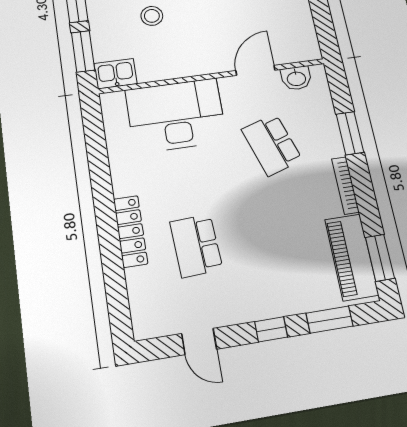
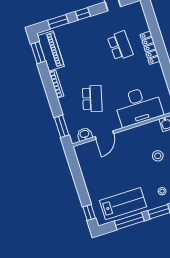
window: (350, 133) -> (62, 126), moved
school desk: (272, 145) -> (92, 99), turned 33

